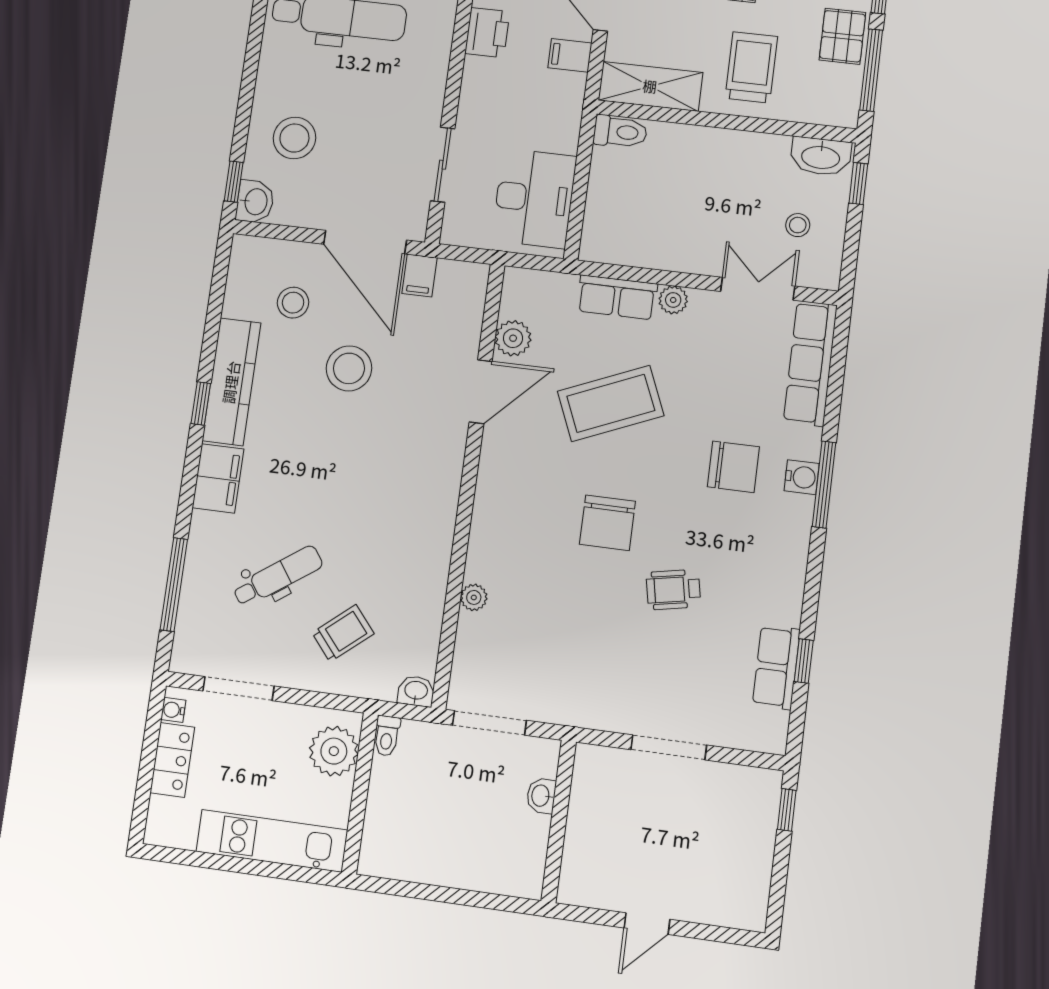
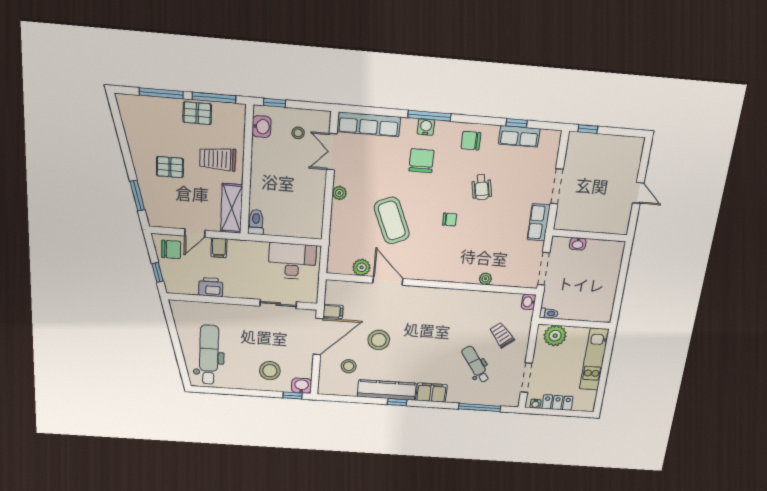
washbasin: (821, 156) -> (261, 127), width x0.72
row of seats: (617, 297) -> (539, 222), moved, turned 180
chair: (607, 523) -> (450, 219), width x0.54, depth x0.54
chair: (771, 568) -> (471, 141), added

